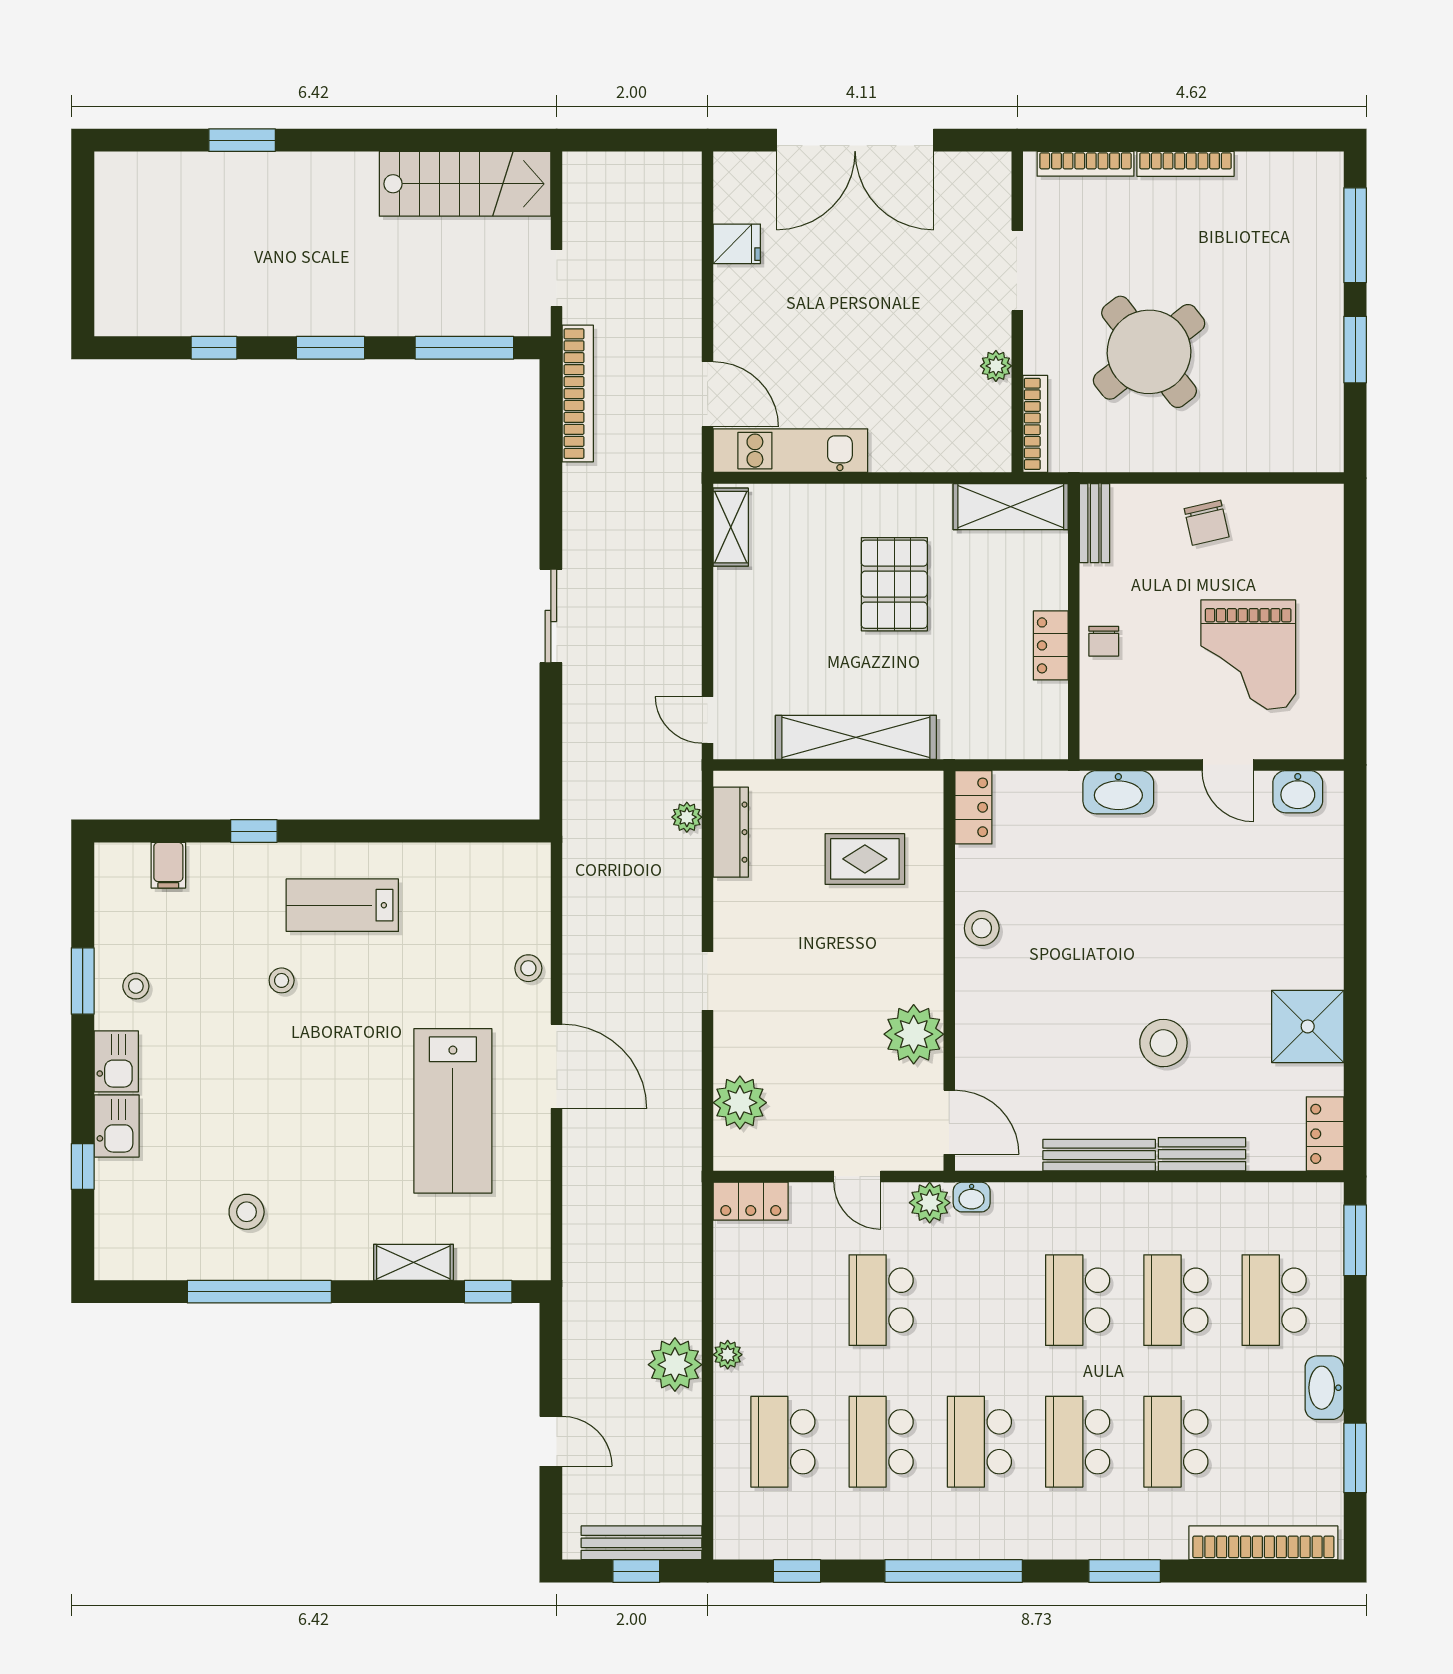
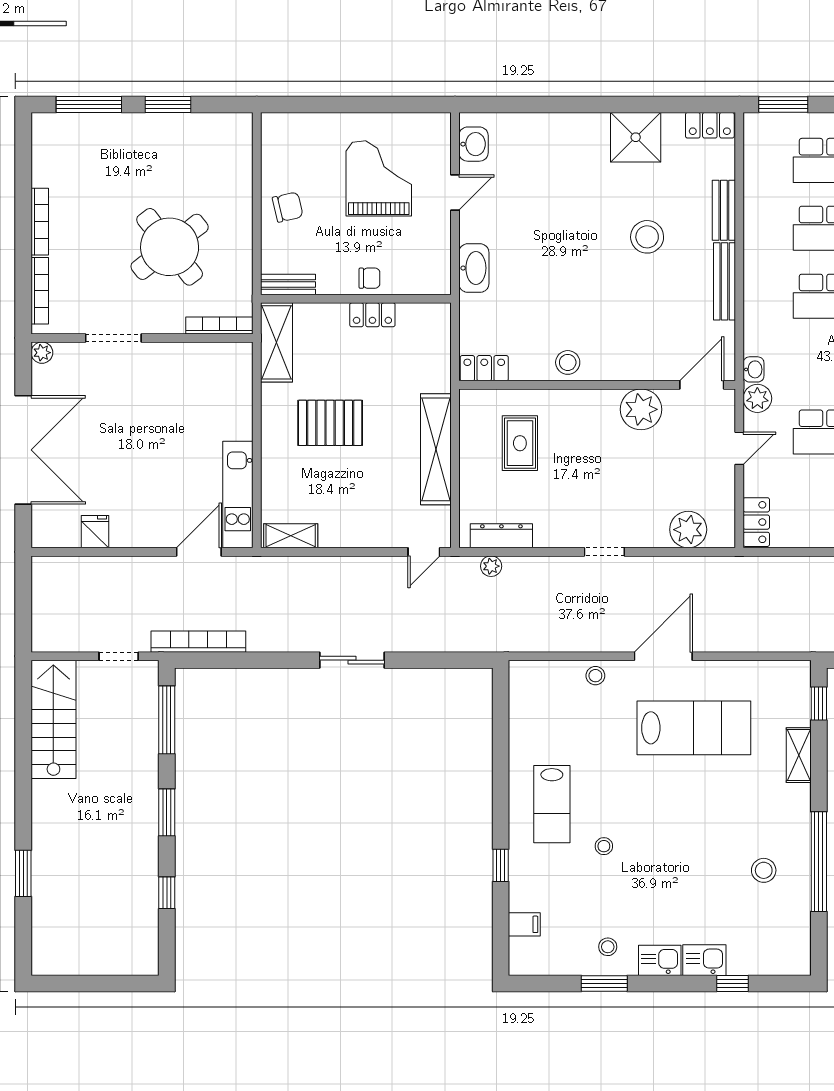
plant: (996, 366) -> (42, 353), moved
grand piano: (1248, 655) -> (379, 178), turned -90

